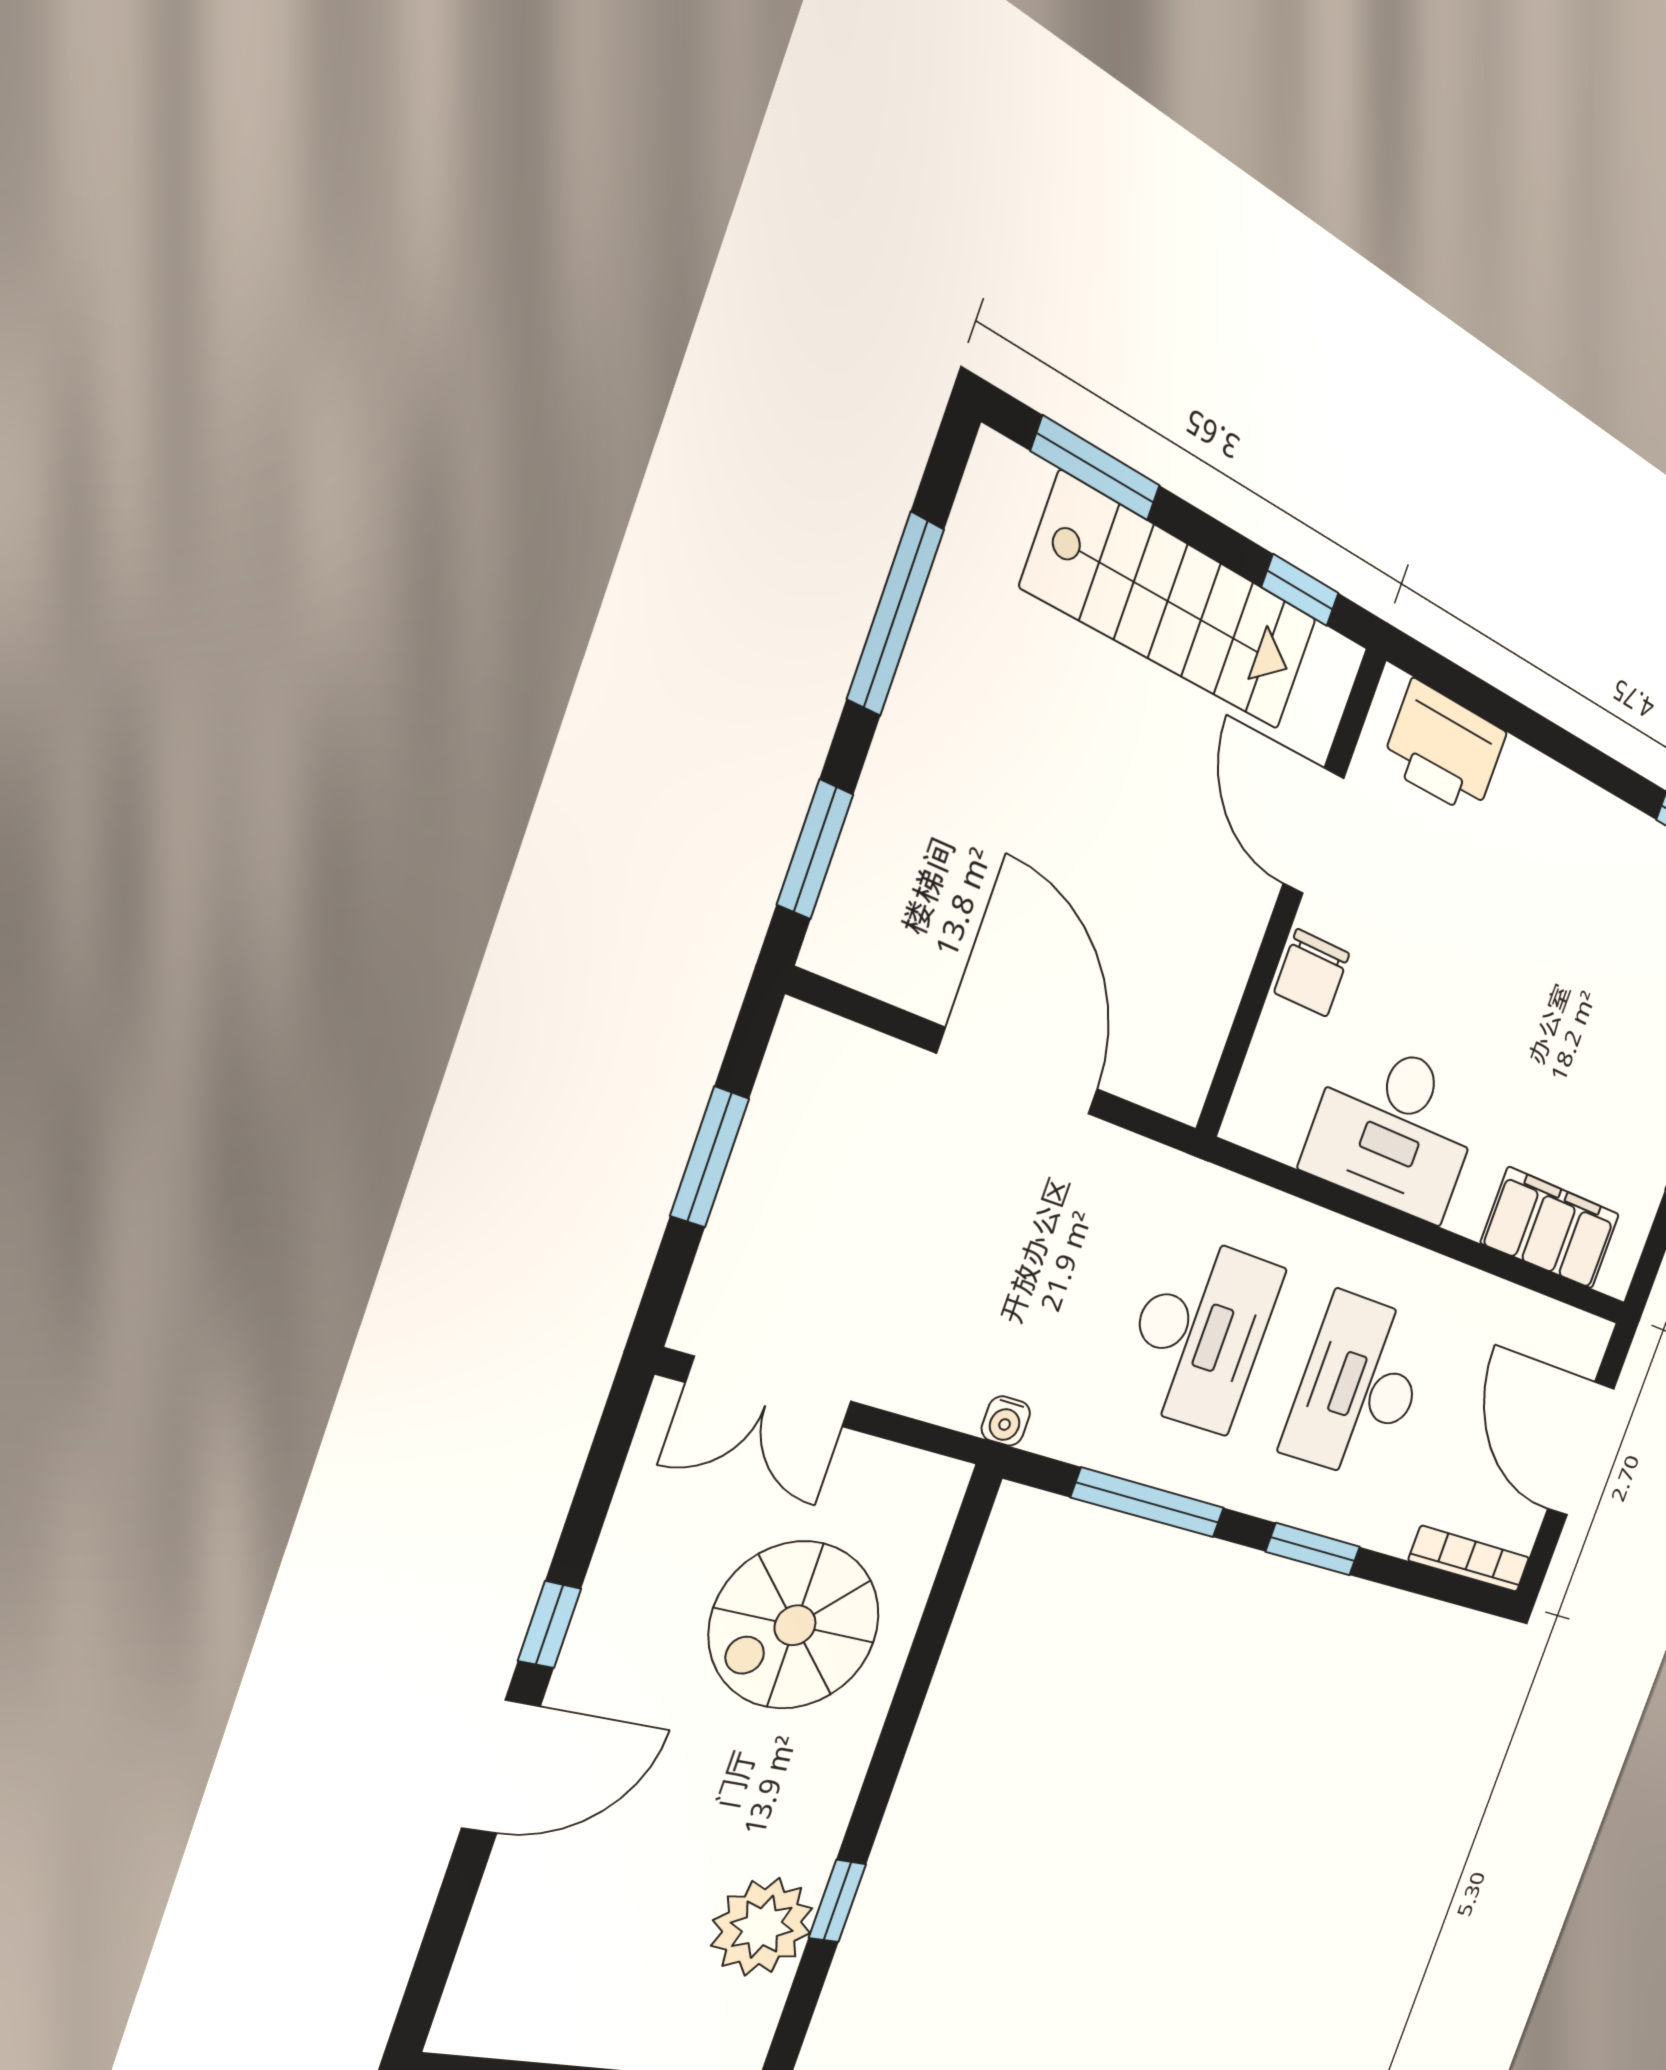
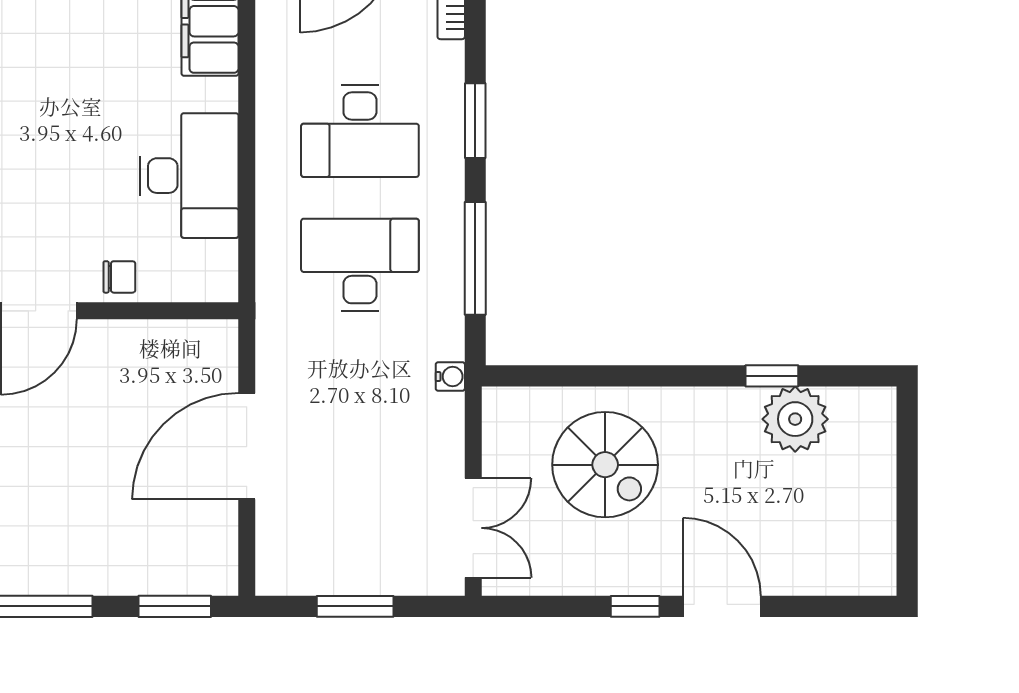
chair: (1312, 973) -> (119, 277), width x0.73, depth x0.73

